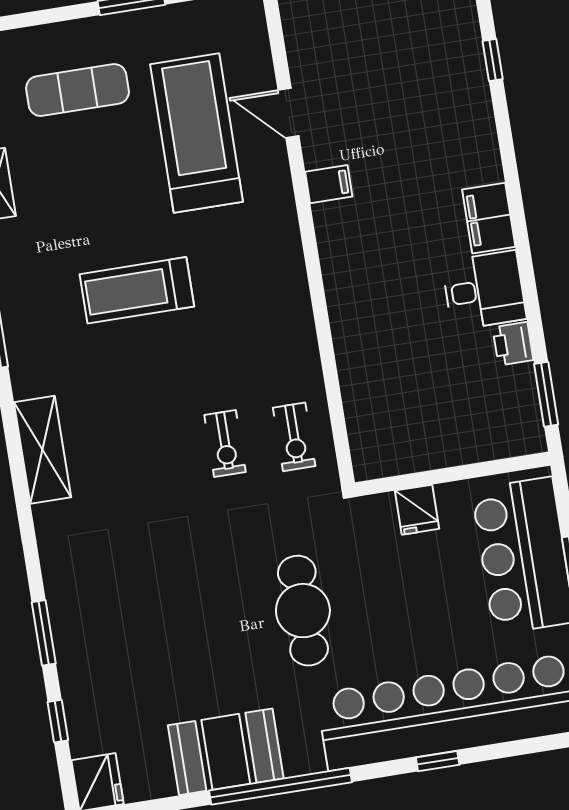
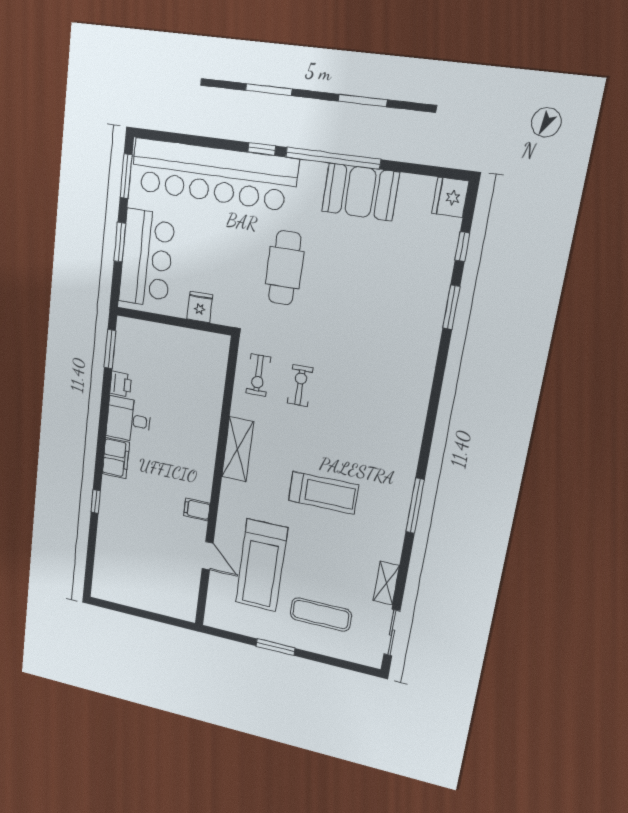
window: (493, 60) -> (96, 501), moved
exercise bike: (294, 437) -> (258, 375), turned 180
shelving: (43, 450) -> (238, 449), moved
window: (438, 761) -> (262, 149), moved

